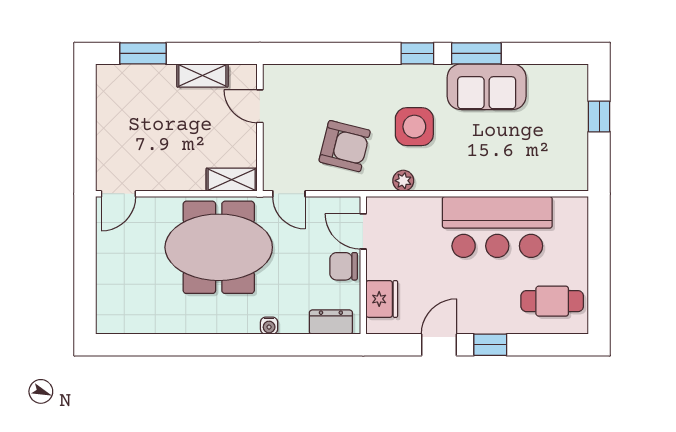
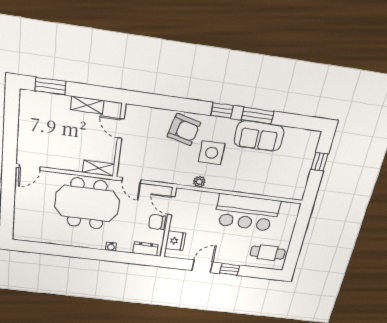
armchair: (345, 146) -> (184, 130), moved

